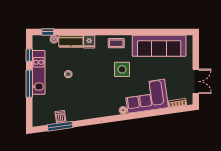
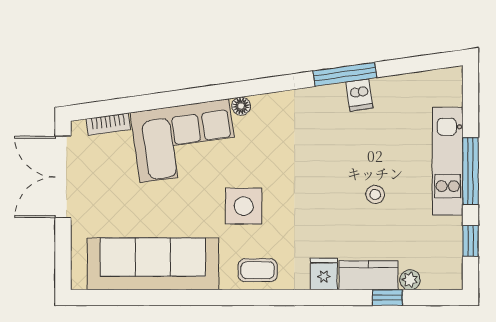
window: (48, 32) -> (387, 298), moved
kitchen unit: (39, 72) -> (448, 161), moved
double door: (196, 81) -> (63, 177), width x1.37
dishwasher: (60, 117) -> (359, 95), moved
window: (60, 126) -> (345, 74), moved

